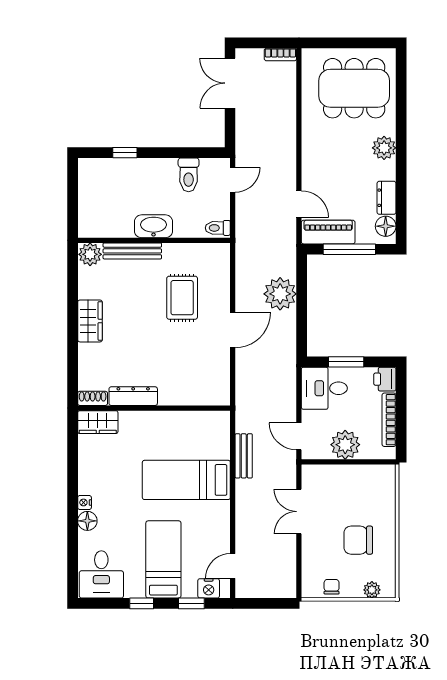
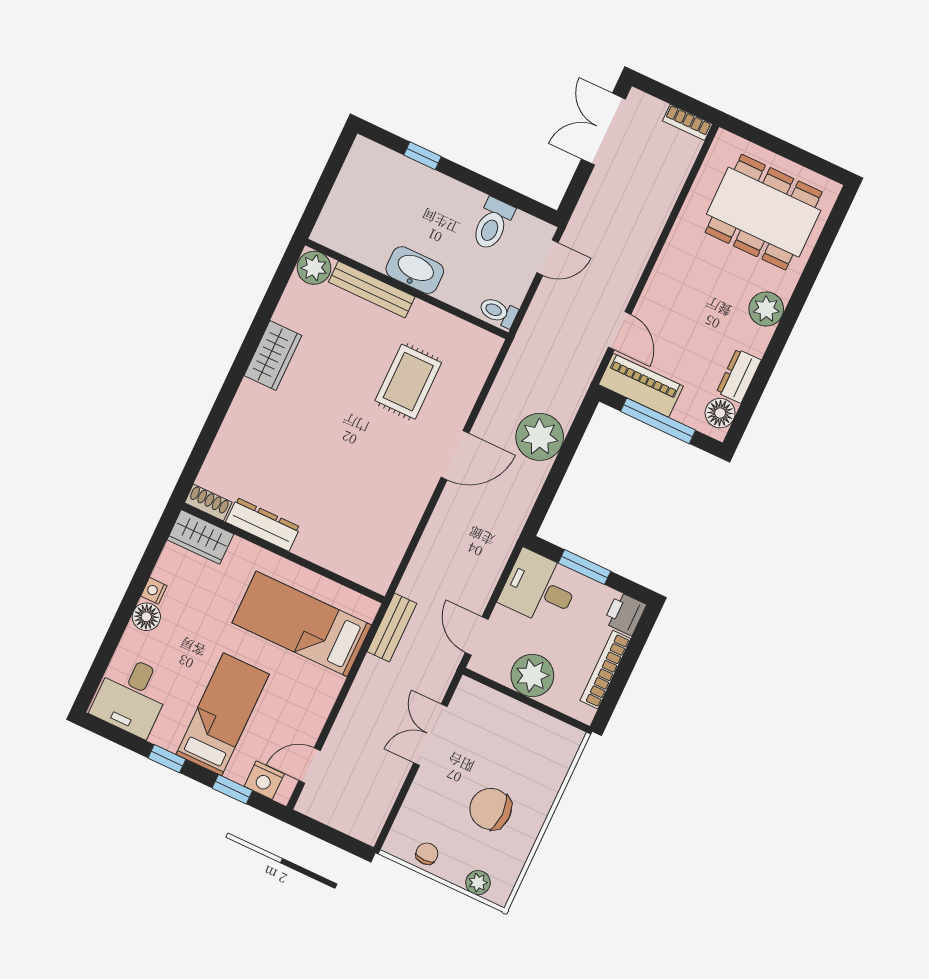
dresser: (133, 396) -> (263, 525), moved
shoe rack: (93, 398) -> (208, 502), moved
wall: (154, 408) -> (283, 553), moved
wardrobe: (98, 422) -> (200, 537), moved

